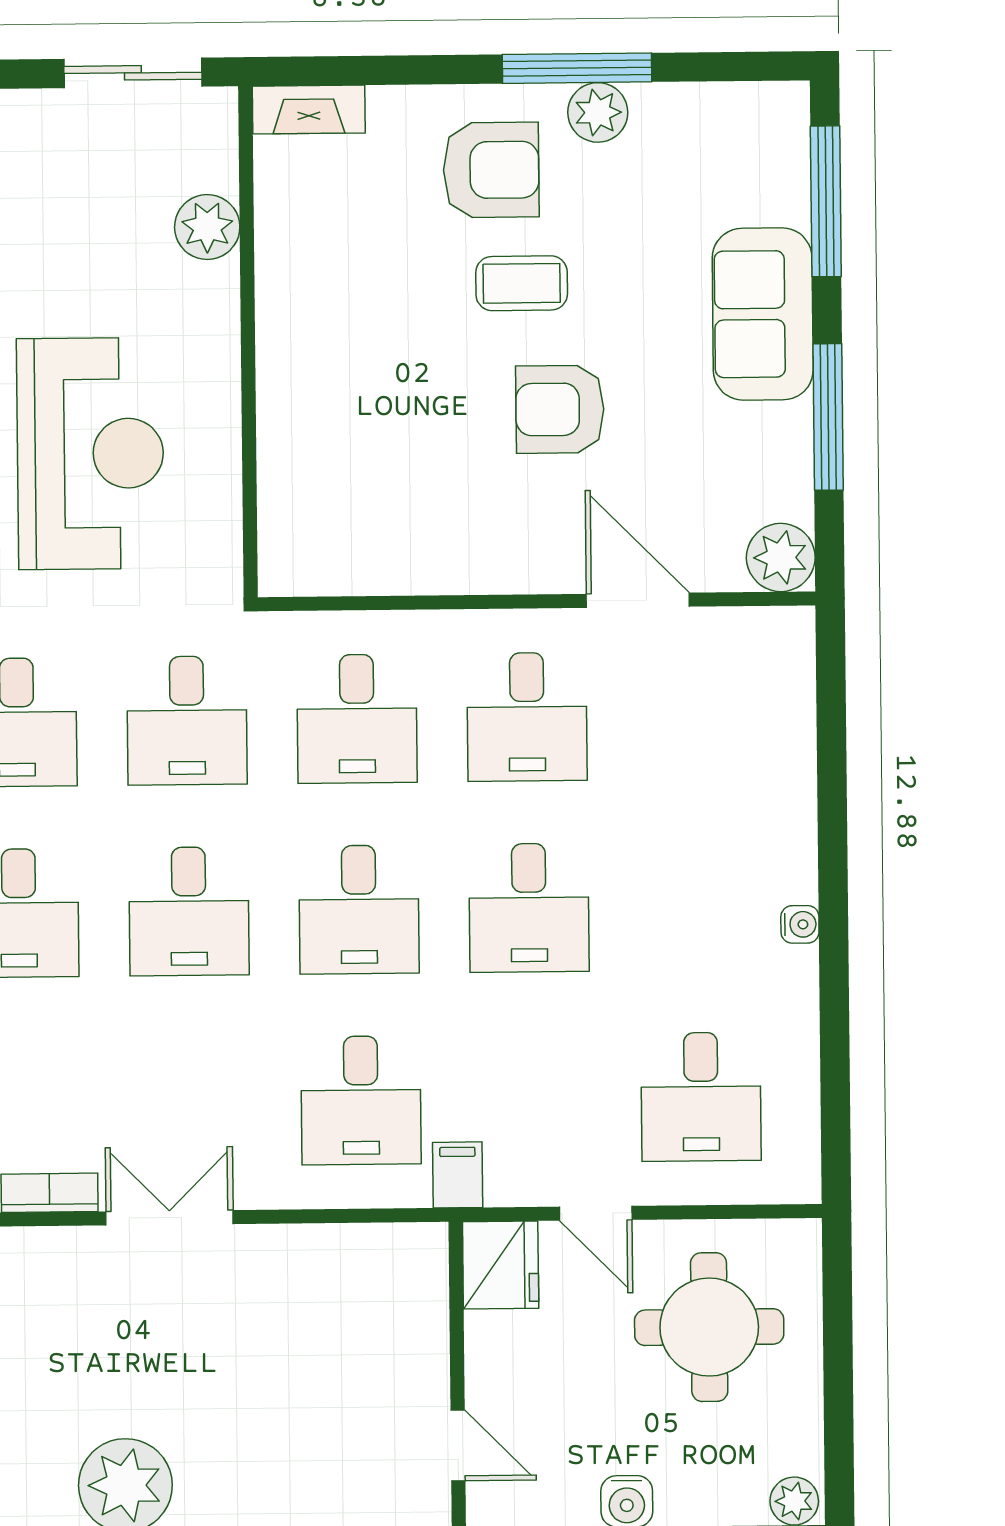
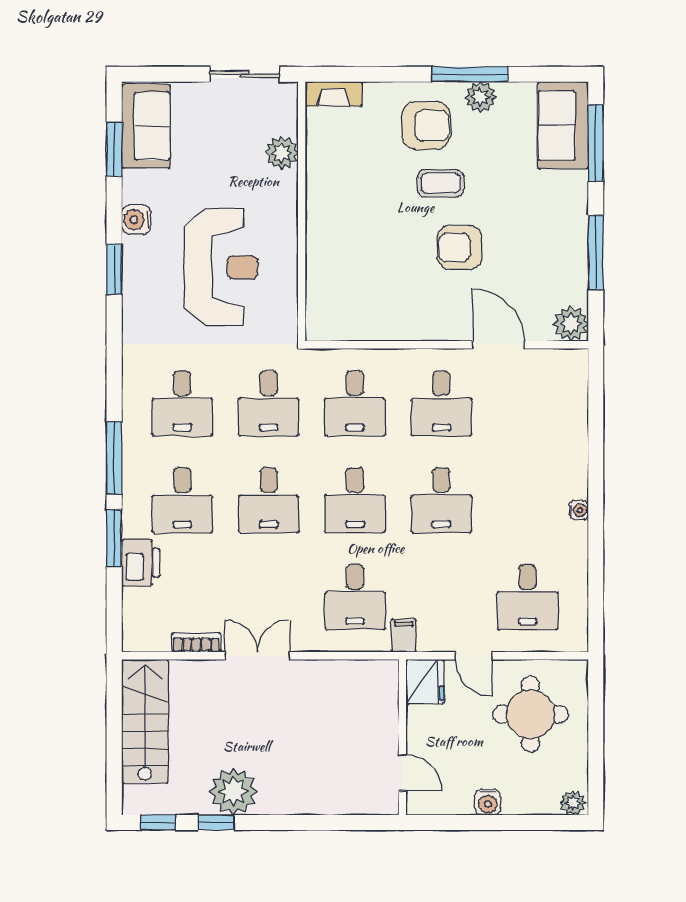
sofa: (763, 314) -> (563, 125), moved

